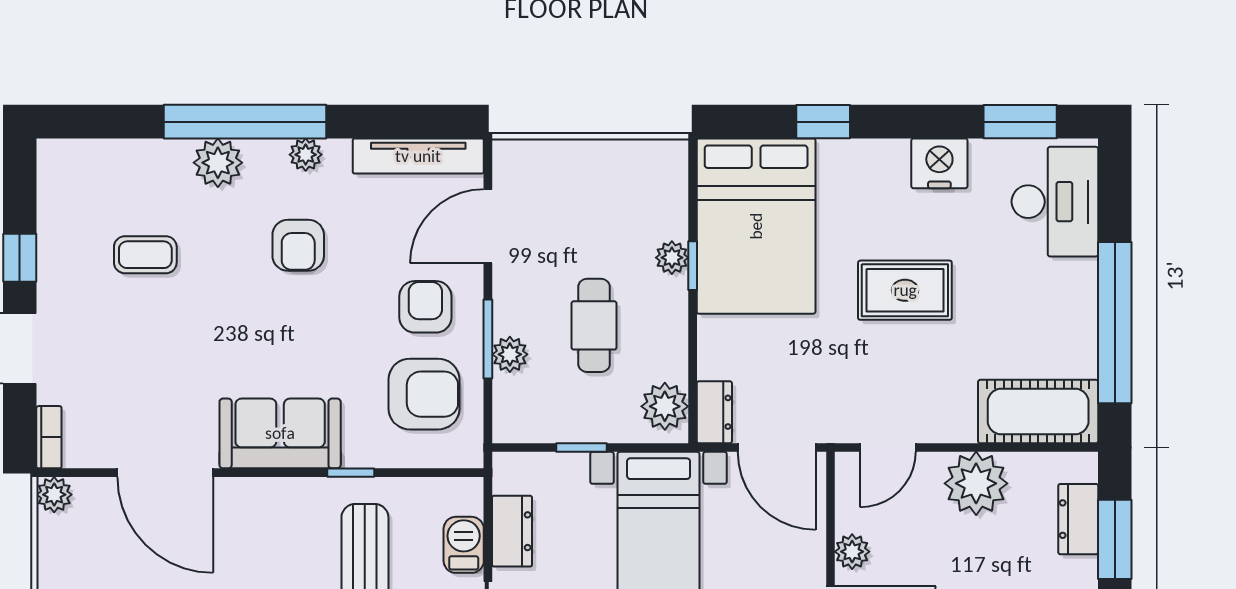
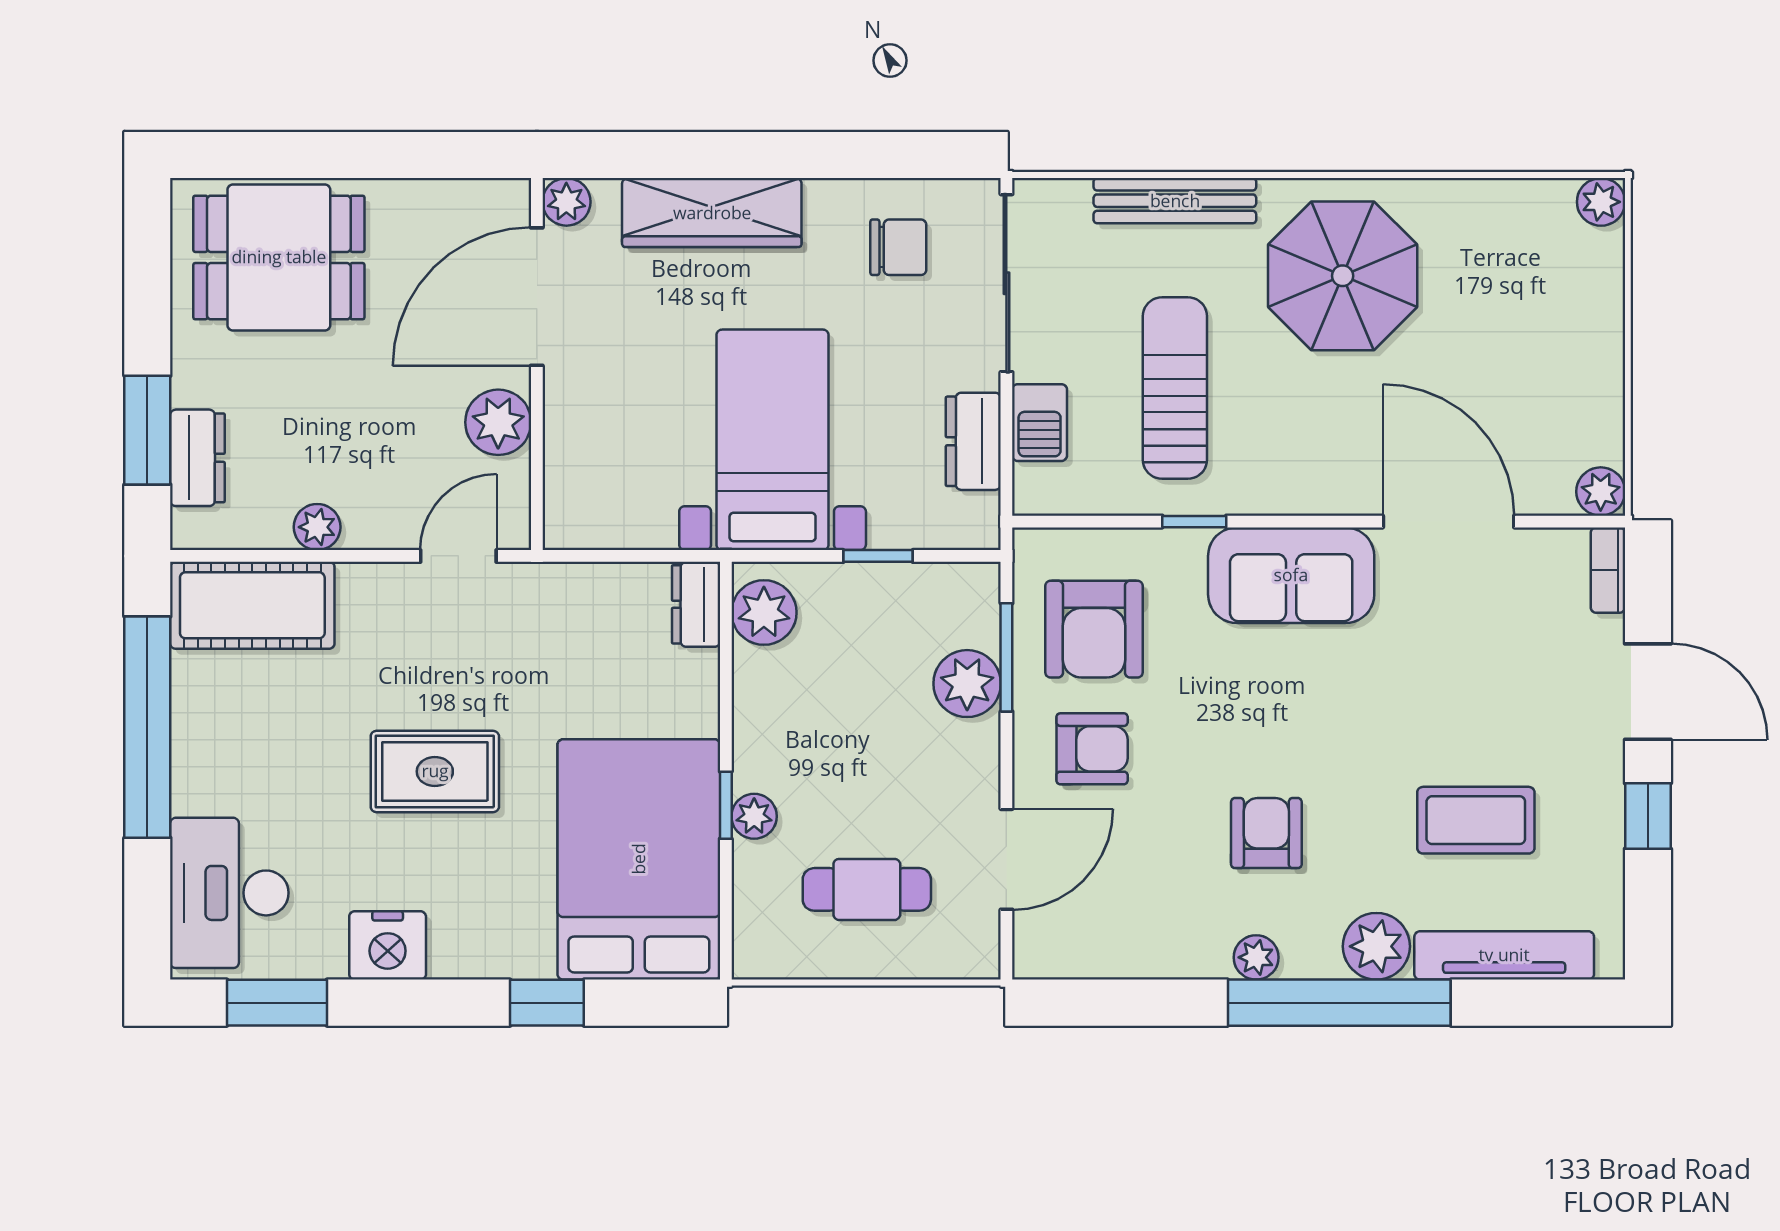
tv unit: (418, 156) -> (1504, 955), moved
coffee table: (145, 255) -> (1476, 820), width x1.36, depth x1.30
armchair: (425, 307) -> (1092, 749), turned -90
cafe table: (594, 325) -> (867, 889), moved, turned 90
window: (488, 339) -> (1006, 657), moved
plant: (510, 354) -> (967, 684), width x1.38, depth x1.38
armchair: (424, 394) -> (1094, 629), turned -90
door: (777, 448) -> (611, 556), removed
plant: (976, 483) -> (317, 527), width x0.53, depth x0.53
plant: (852, 552) -> (498, 422), width x1.38, depth x1.38

